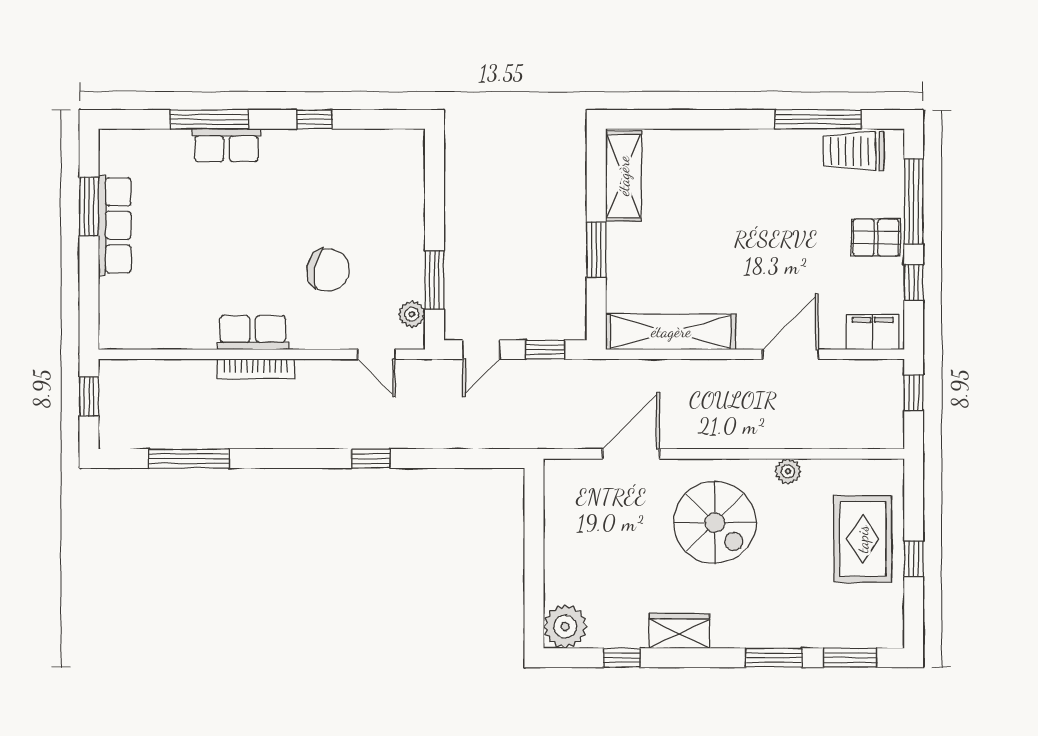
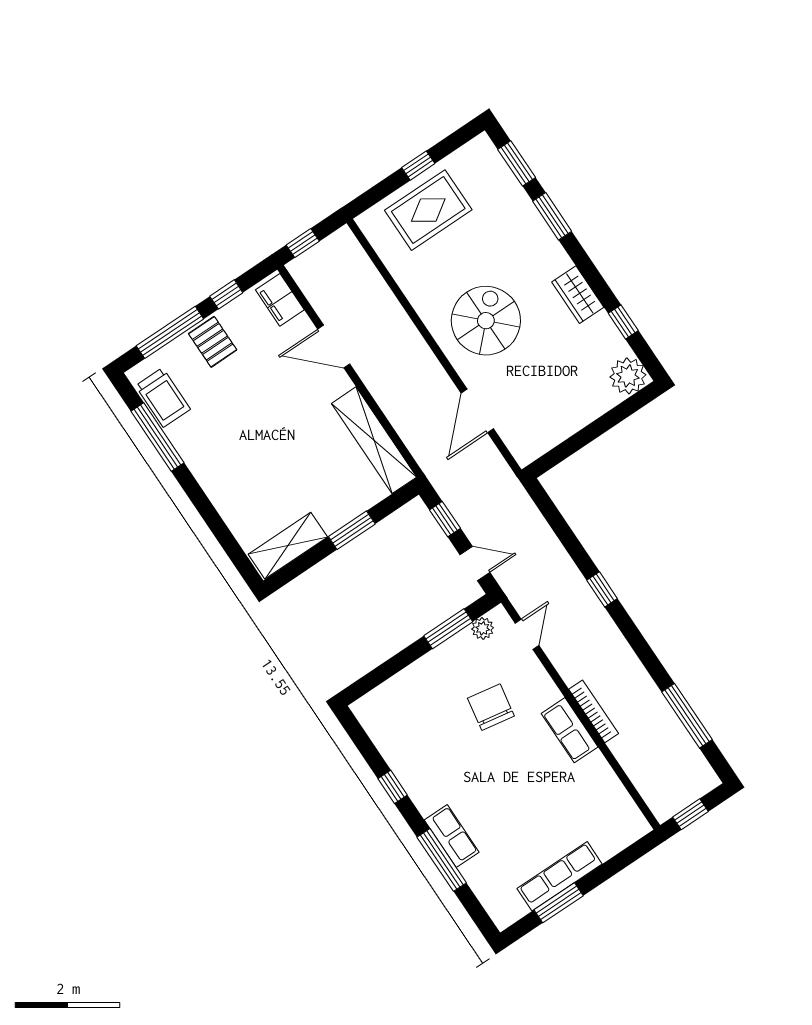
door: (631, 454) -> (477, 411), hinge flipped
plant: (788, 471) -> (416, 294), removed

